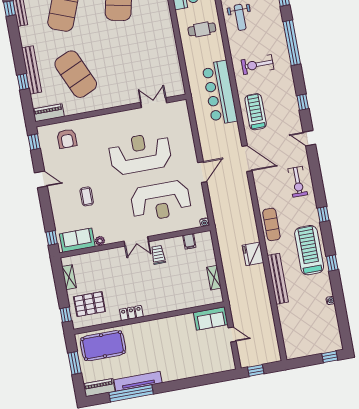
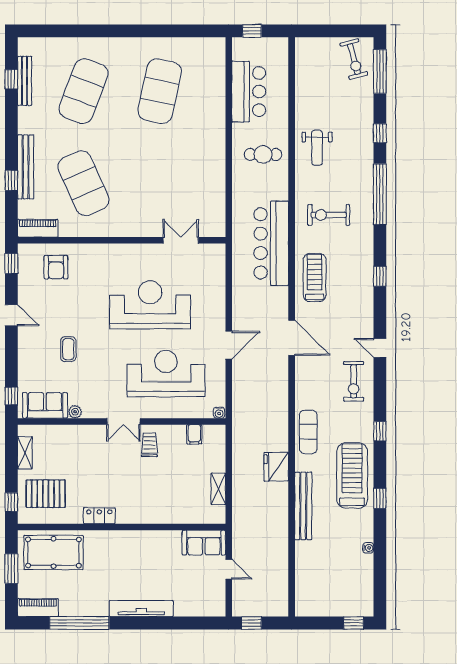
door: (309, 138) -> (380, 348), moved
reception desk: (161, 201) -> (166, 373), turned 180
tv unit: (138, 381) -> (141, 609), moved

